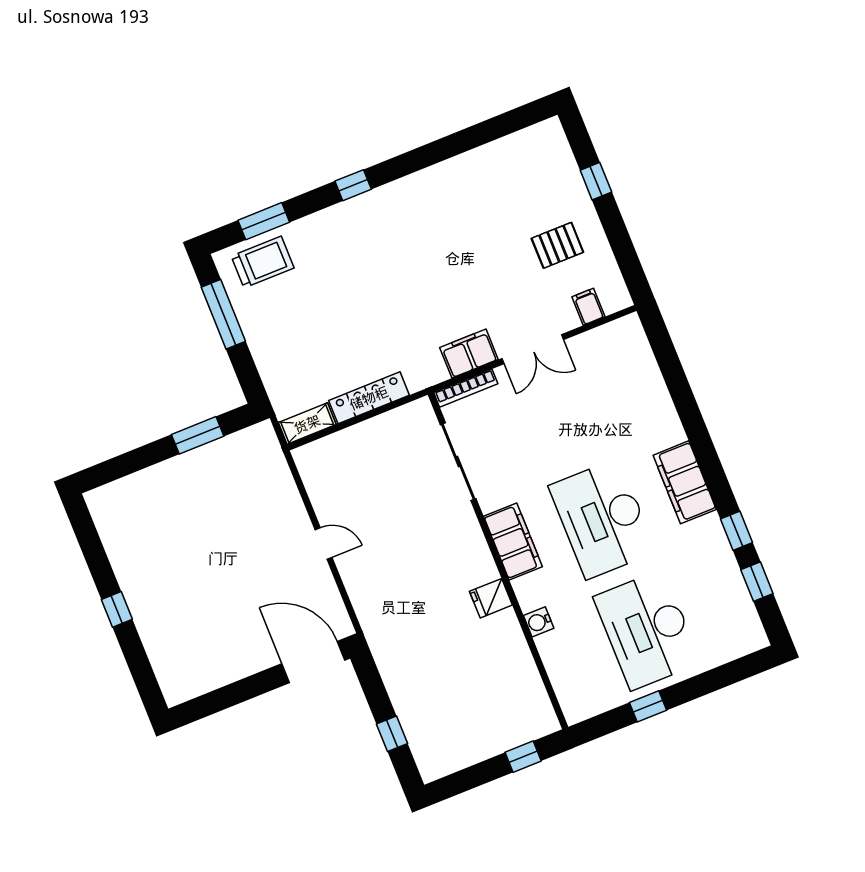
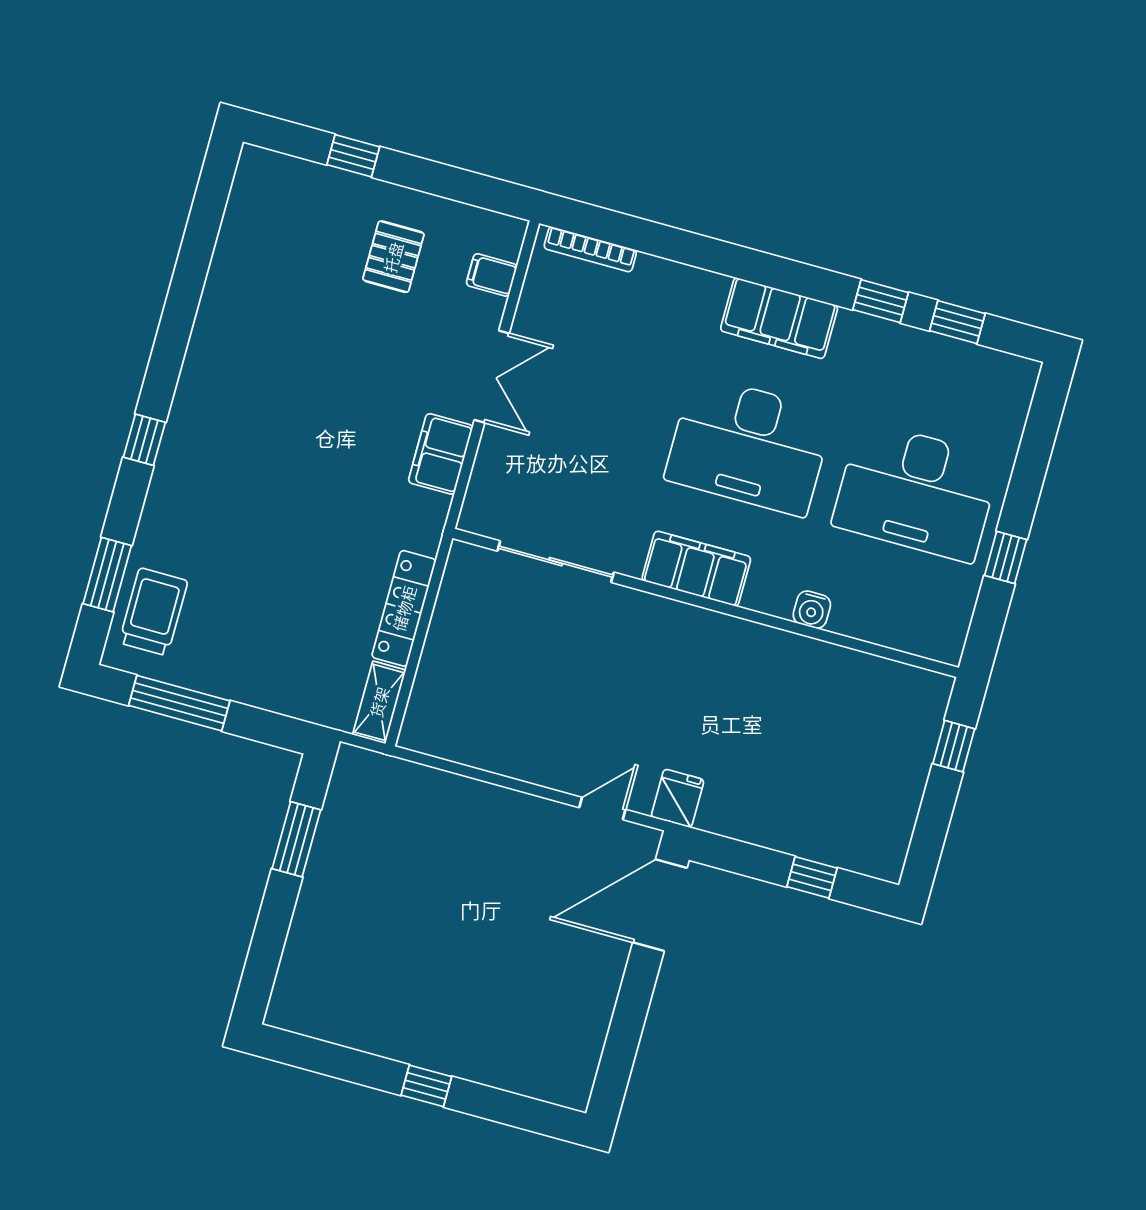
bookcase: (466, 388) -> (590, 249), moved, turned 90
door: (324, 543) -> (602, 808), moved
fridge: (491, 598) -> (678, 798), moved, turned 180

